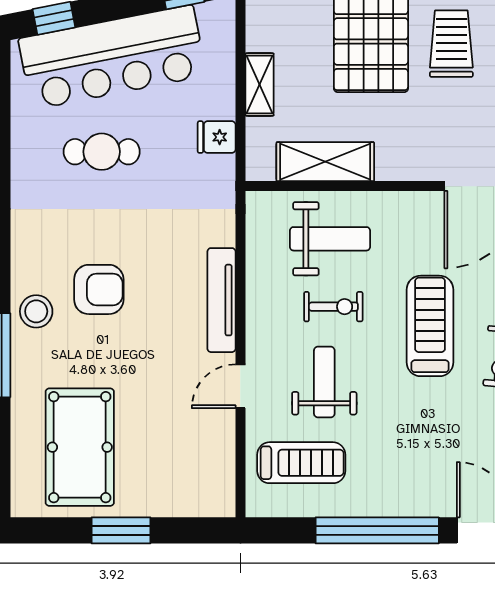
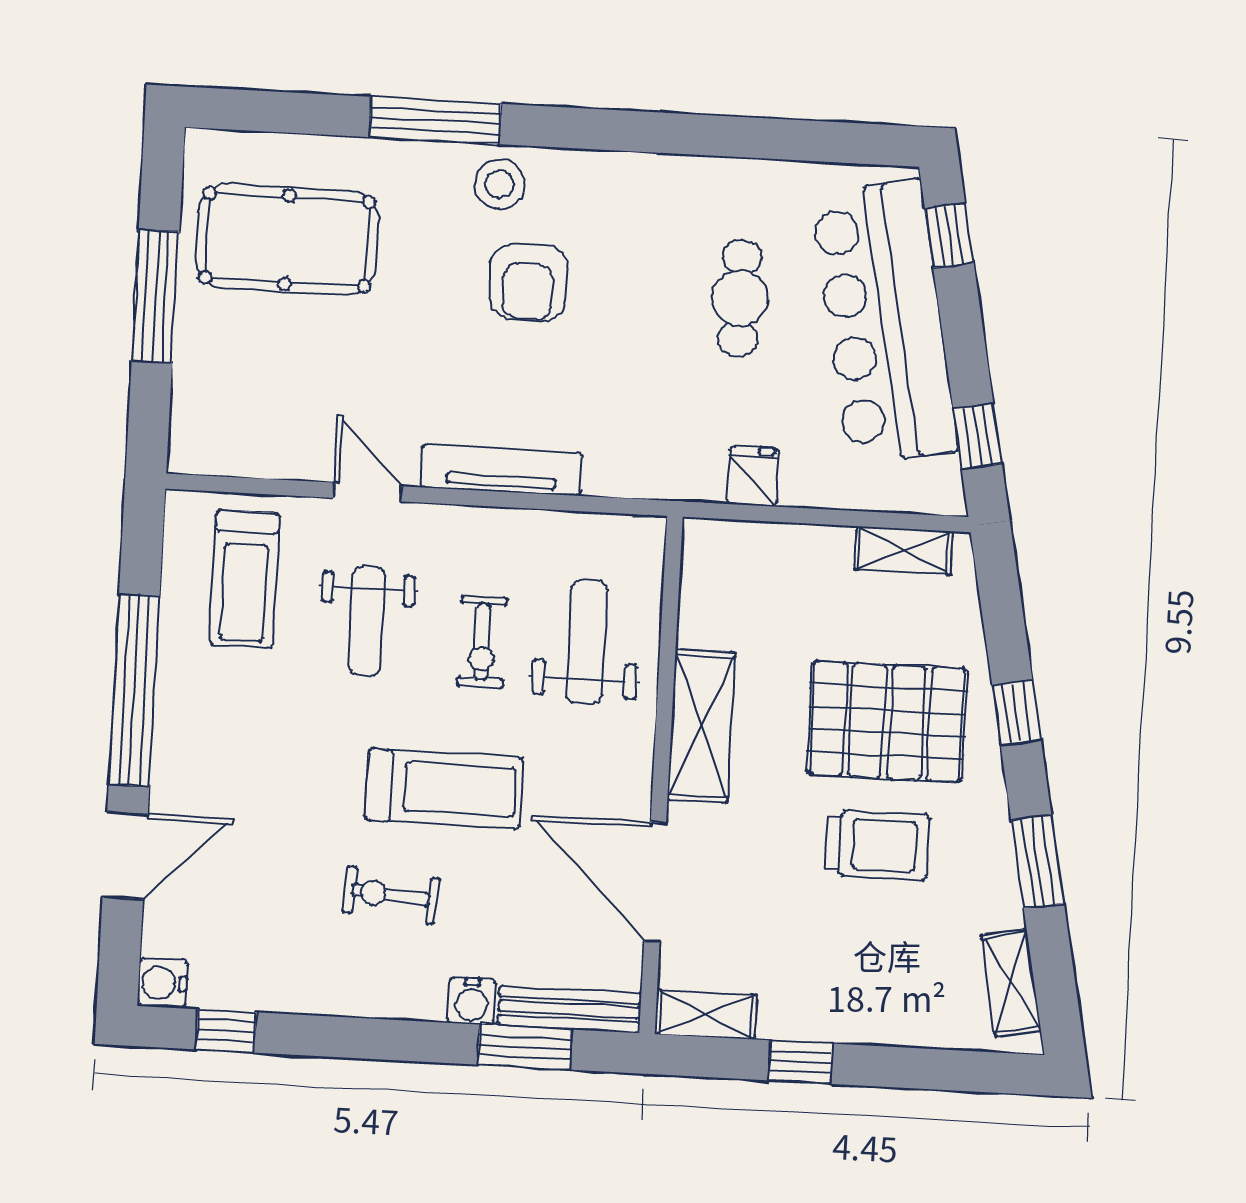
shelving: (259, 85) -> (904, 550), moved
shelving: (325, 162) -> (701, 726), moved
weight bench: (330, 239) -> (587, 642), turned 180
weight bench: (324, 382) -> (367, 621), turned 90
window: (121, 530) -> (155, 296), width x1.44

